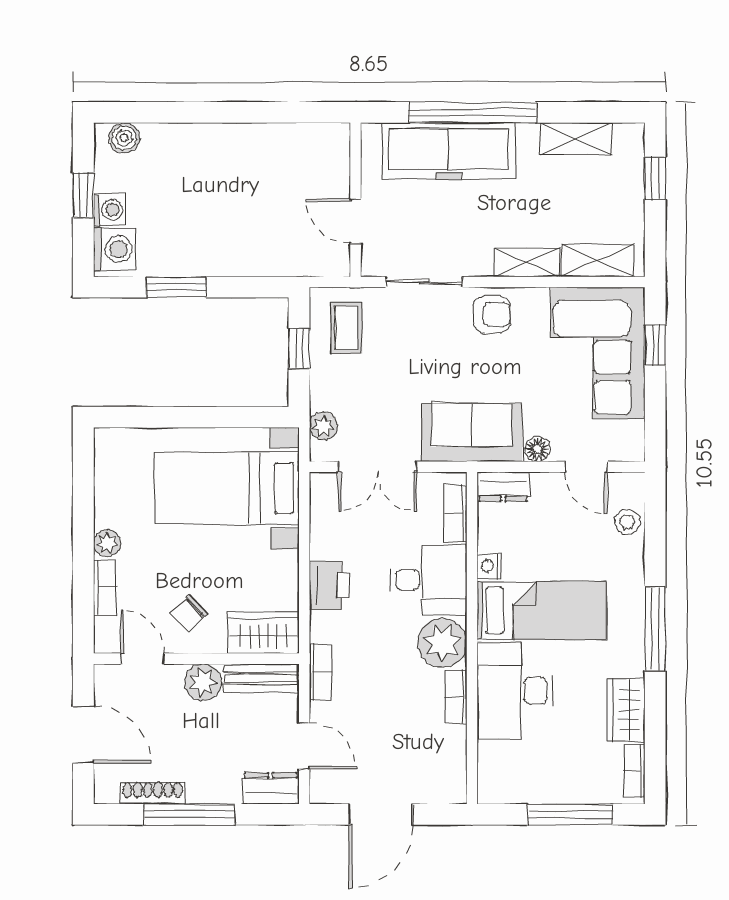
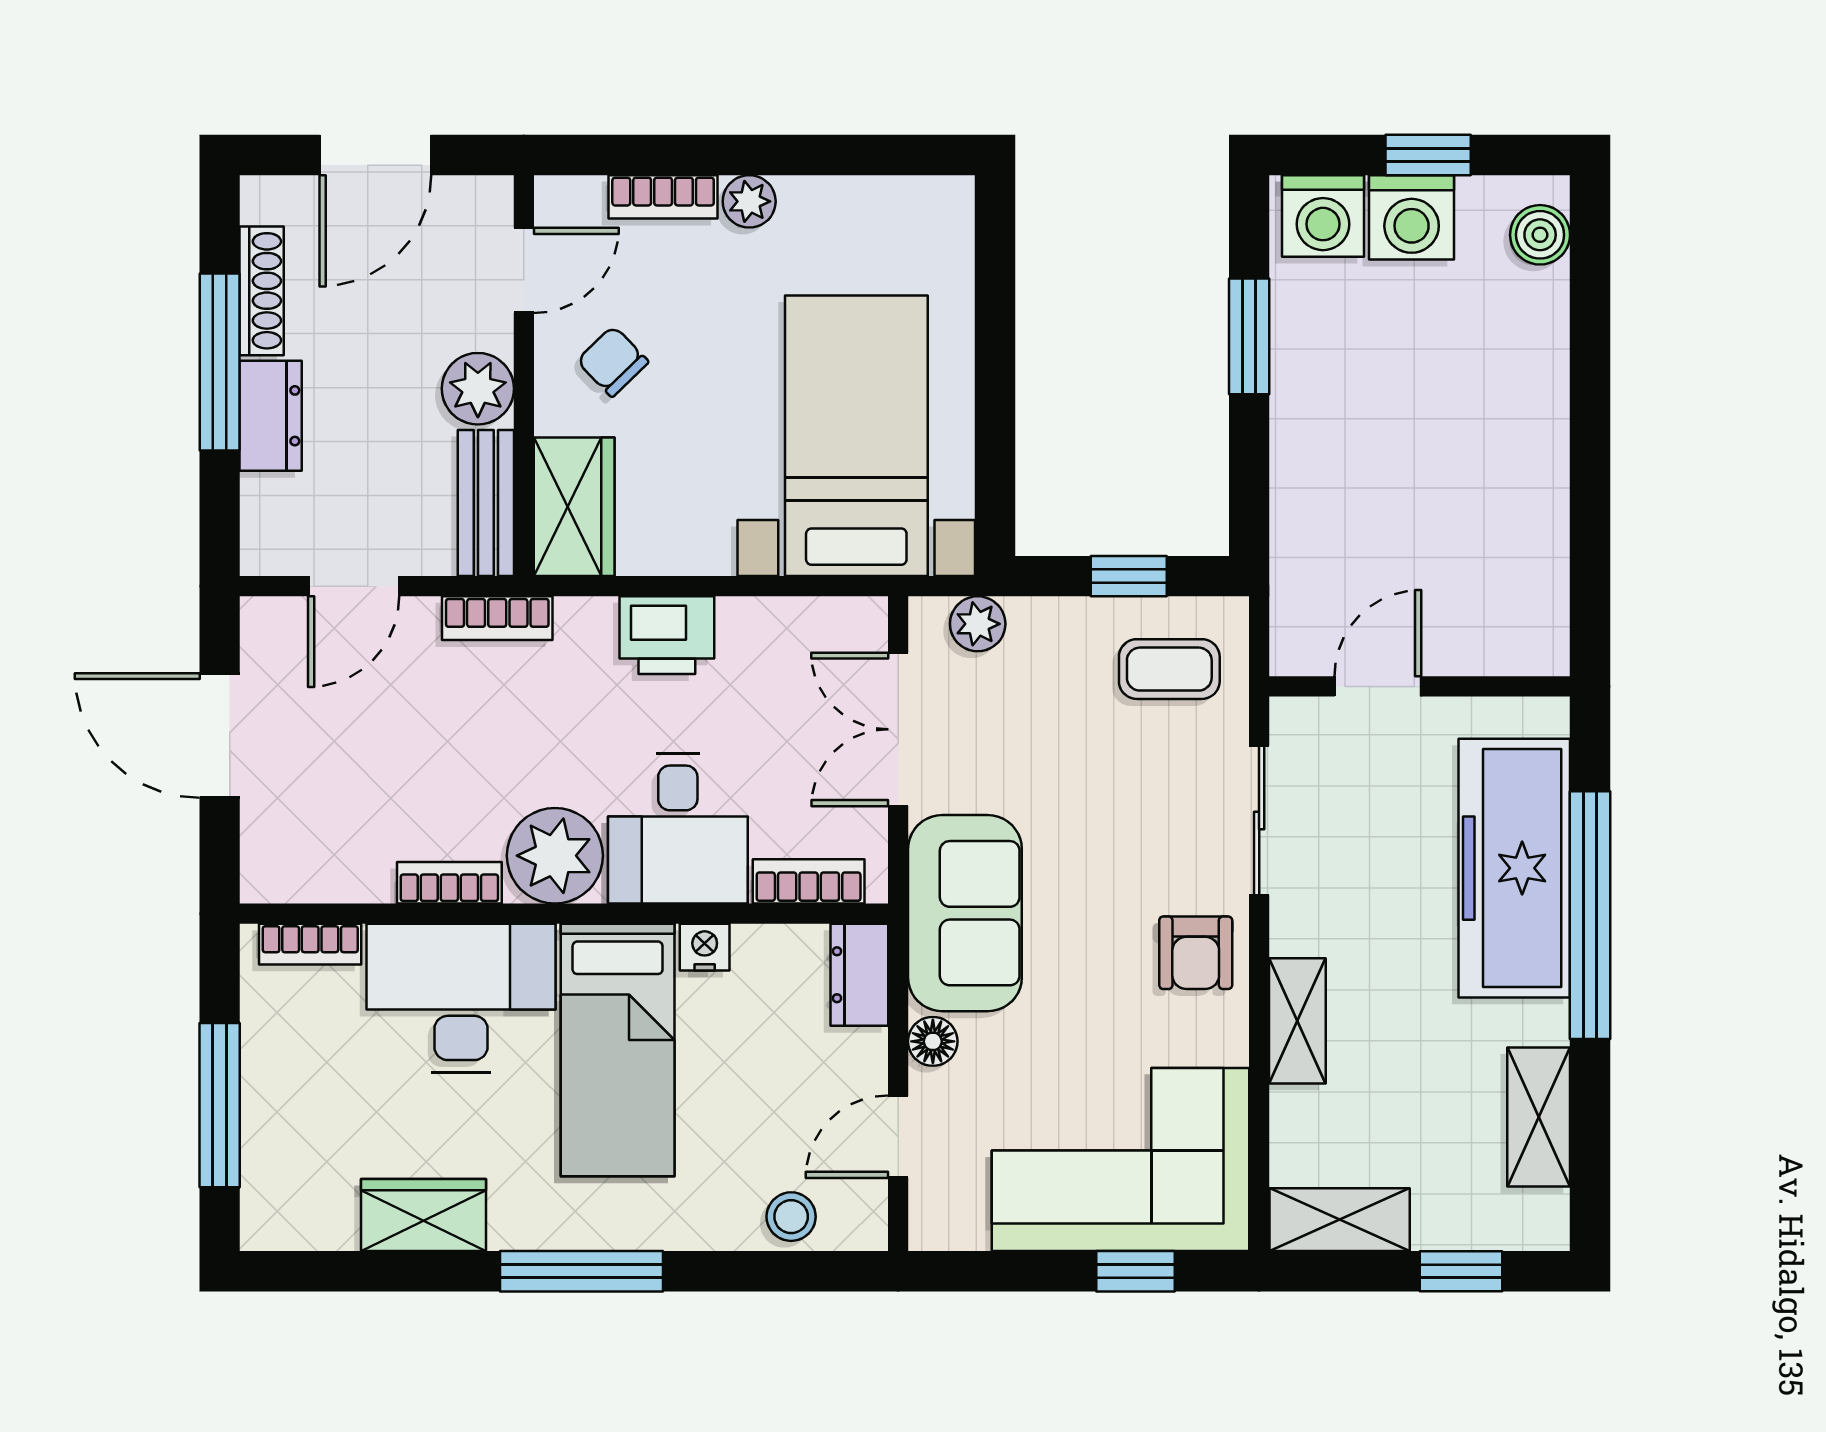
washing machine: (109, 210) -> (1412, 217), width x1.38, depth x1.38
shelving: (598, 261) -> (1340, 1220), moved, turned 90
bookcase: (634, 771) -> (310, 944), moved, turned 180
dresser: (271, 788) -> (271, 416), moved

